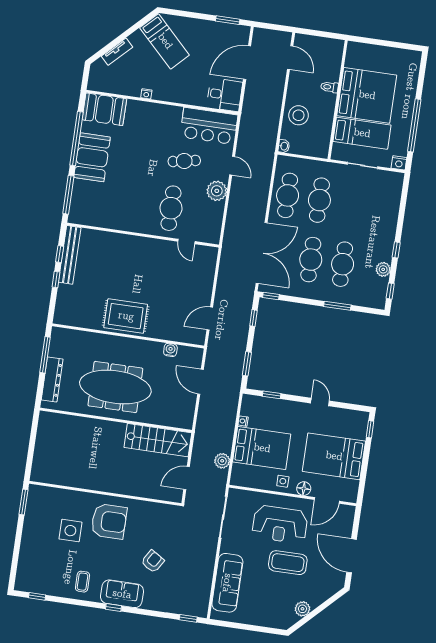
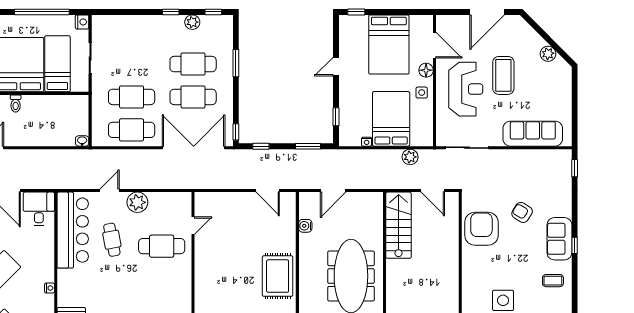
stool: (299, 115) -> (49, 131), removed
bar counter: (209, 126) -> (73, 230), width x1.36
armchair: (109, 521) -> (481, 229), moved

